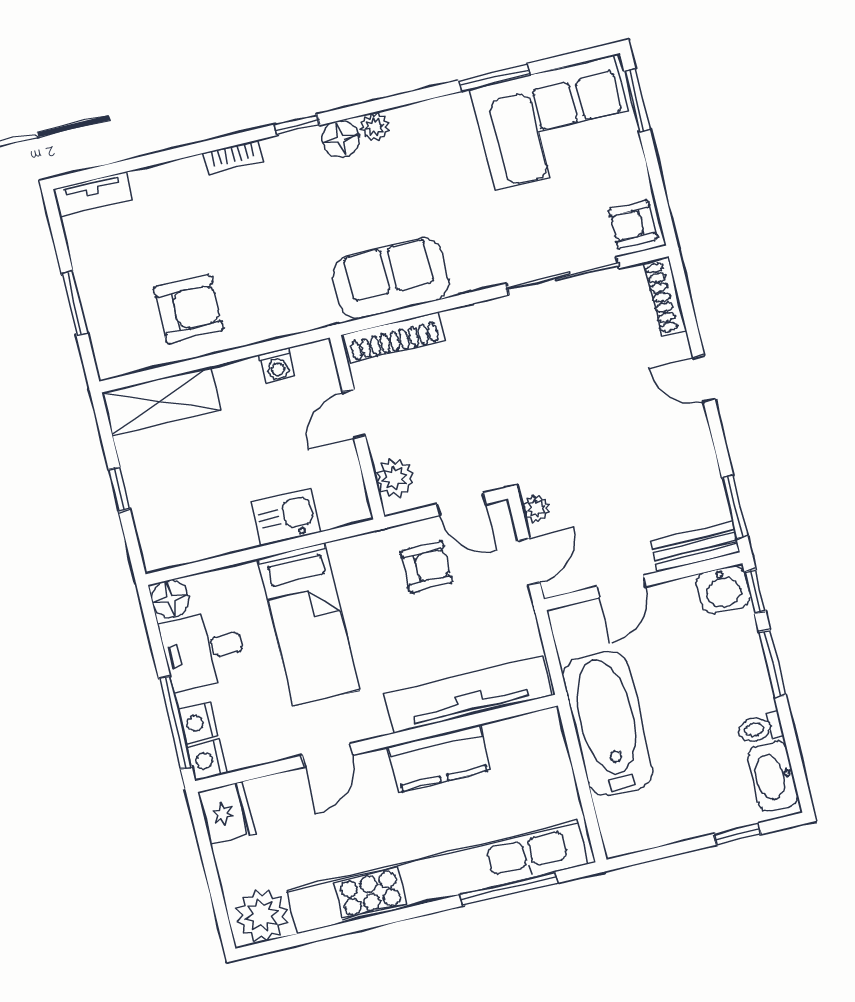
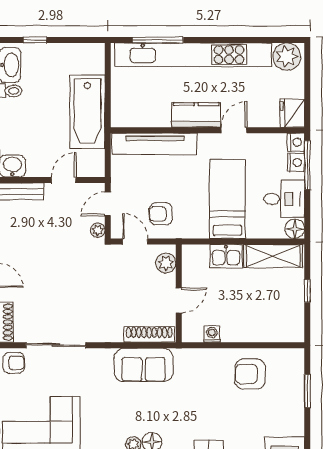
shelving: (161, 401) -> (273, 256), moved
kitchen counter: (439, 758) -> (196, 115), moved

